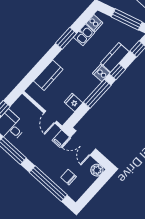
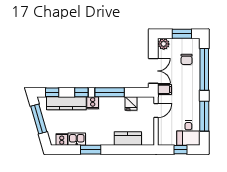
kitchen counter: (115, 57) -> (66, 103), width x1.50
window: (92, 191) -> (182, 34), added

